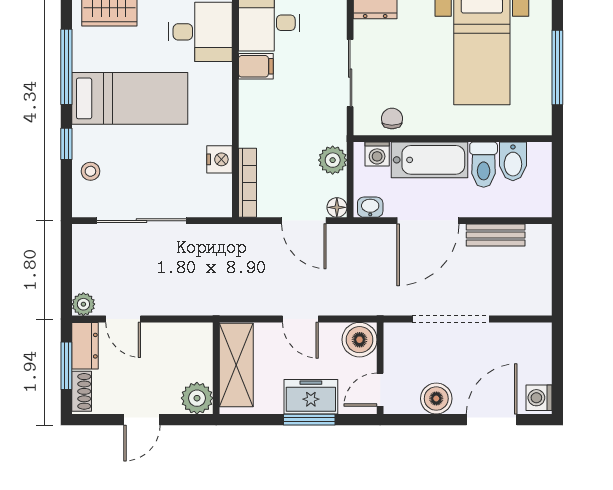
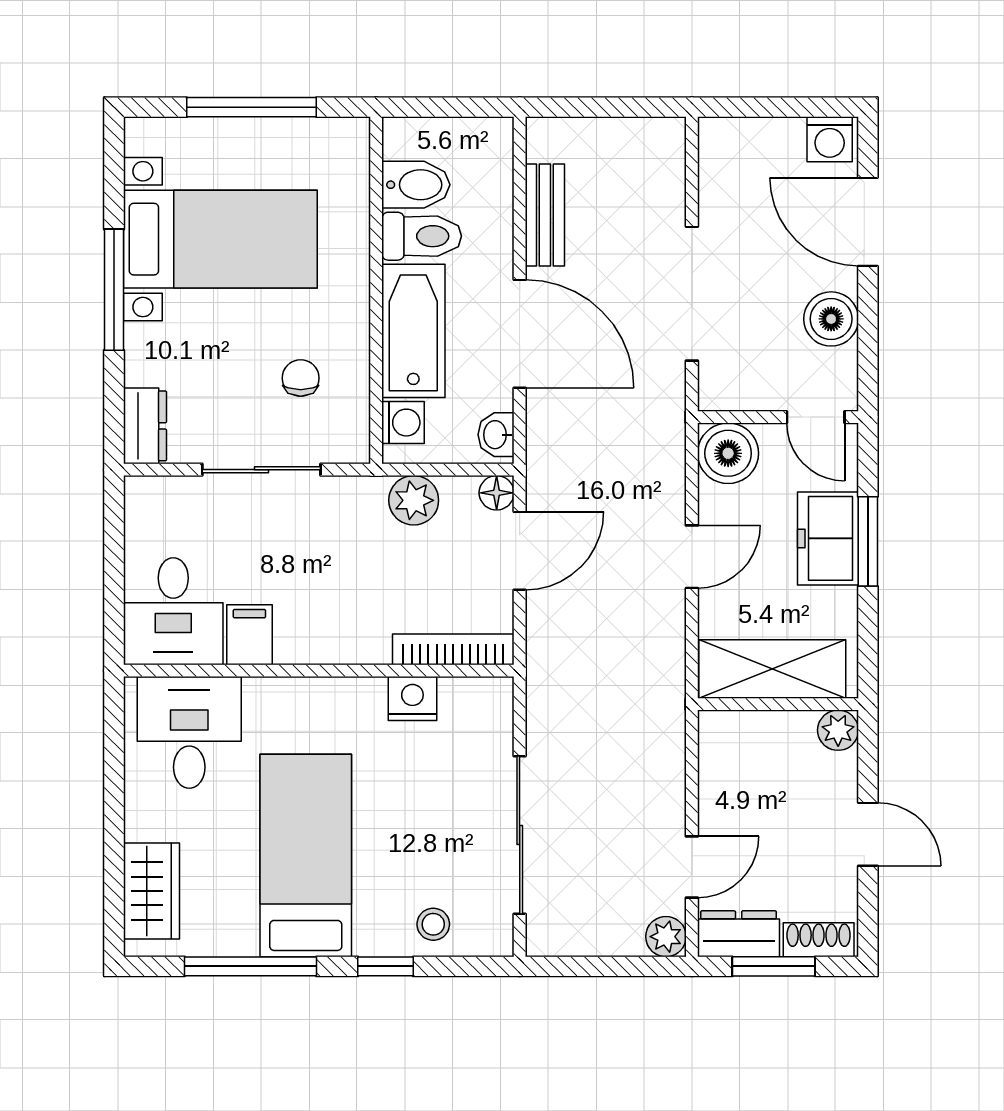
chair: (392, 119) -> (301, 378), moved, turned 90
plant: (197, 398) -> (838, 730), width x0.73, depth x0.73

